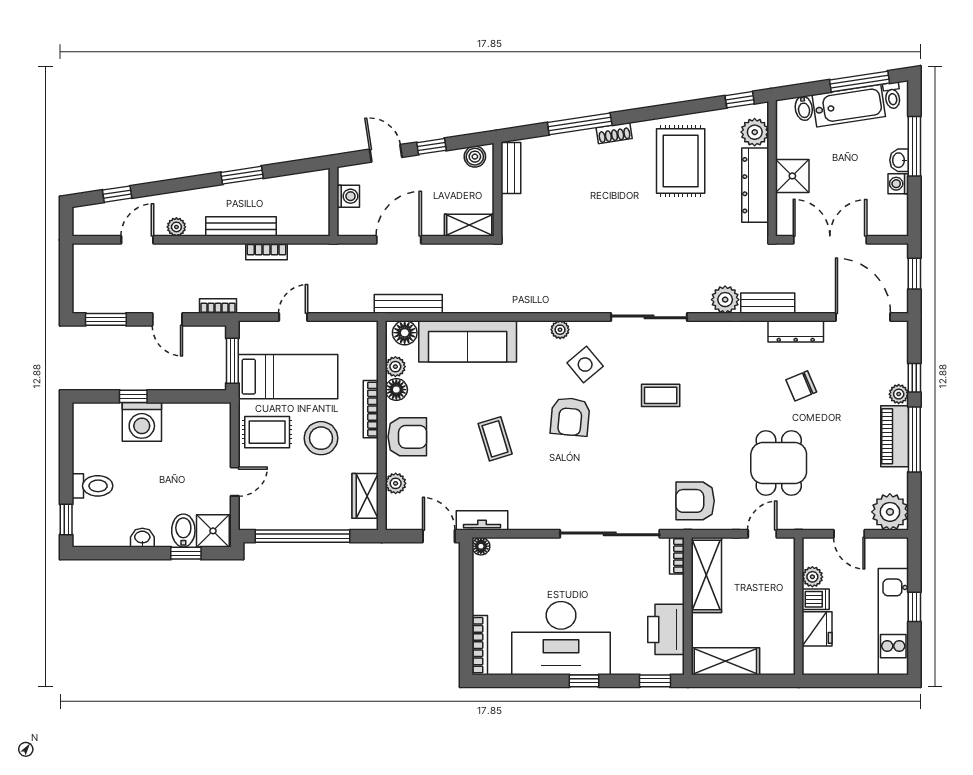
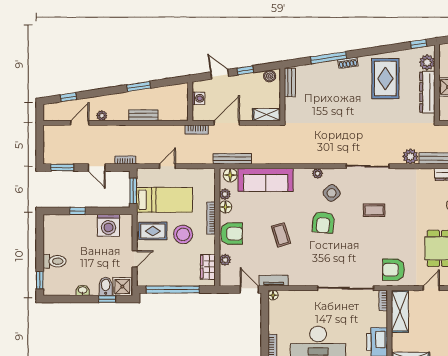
bench: (241, 226) -> (143, 115), width x0.73
bookcase: (267, 252) -> (197, 130), moved
washing machine: (142, 422) -> (109, 225), moved

